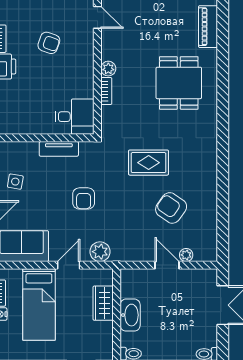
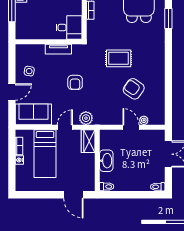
window: (223, 103) -> (168, 19), added
wardrobe: (103, 303) -> (88, 141), moved

